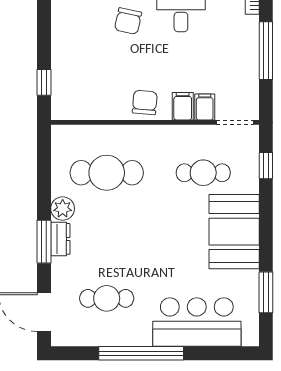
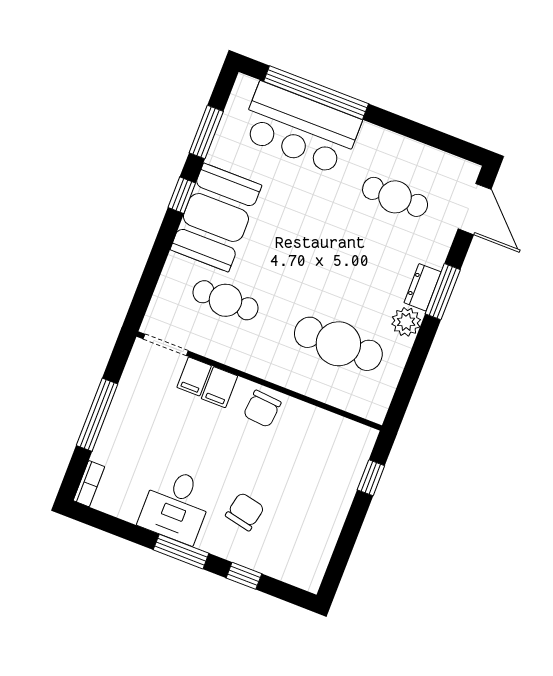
window: (266, 166) -> (182, 195), moved
window: (141, 353) -> (316, 93), moved

